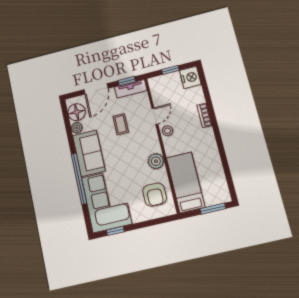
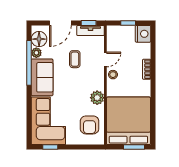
window: (79, 179) -> (29, 63), moved
bed: (185, 182) -> (128, 121), width x2.04

